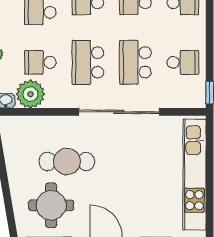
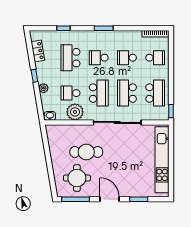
school desk: (88, 62) -> (99, 93), turned 180
school desk: (183, 62) -> (155, 93), width x1.85
plant: (30, 94) -> (75, 112), moved

